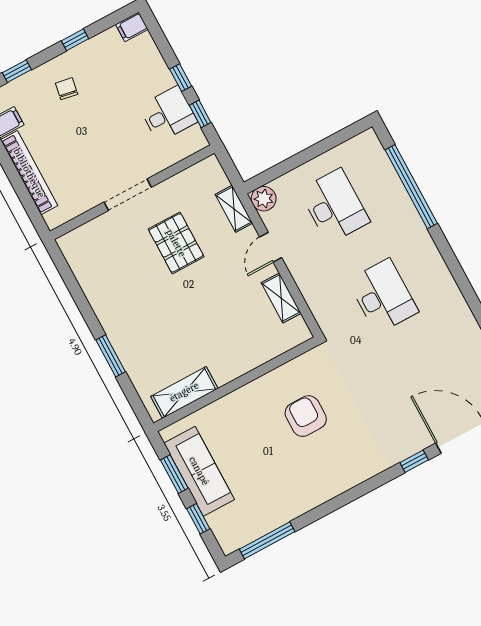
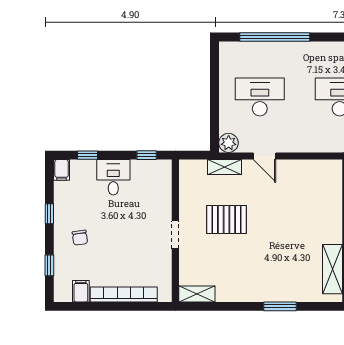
window: (181, 78) -> (87, 155), moved
chair: (67, 89) -> (80, 238), turned -108
desk: (168, 114) -> (113, 177), moved
doorway: (128, 195) -> (175, 235), width x0.73
shelving: (281, 298) -> (197, 294), moved

